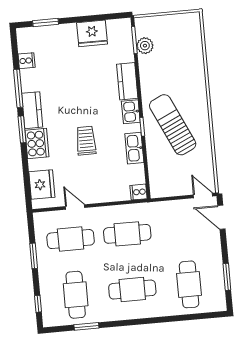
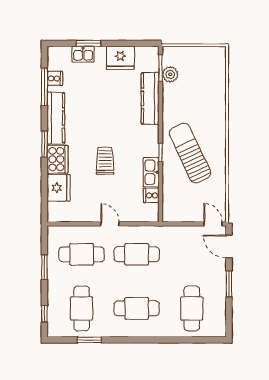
window: (46, 22) -> (88, 43), moved
kitchen counter: (127, 81) -> (150, 98), width x1.50
window: (18, 88) -> (44, 87), moved
kitchen counter: (32, 110) -> (56, 118), width x1.50
kitchen sink: (131, 112) -> (83, 54), moved, turned -90
fridge: (42, 185) -> (59, 188), moved
cooker: (138, 192) -> (151, 195), moved
door: (75, 207) -> (110, 224), moved
window: (227, 277) -> (229, 284), moved

